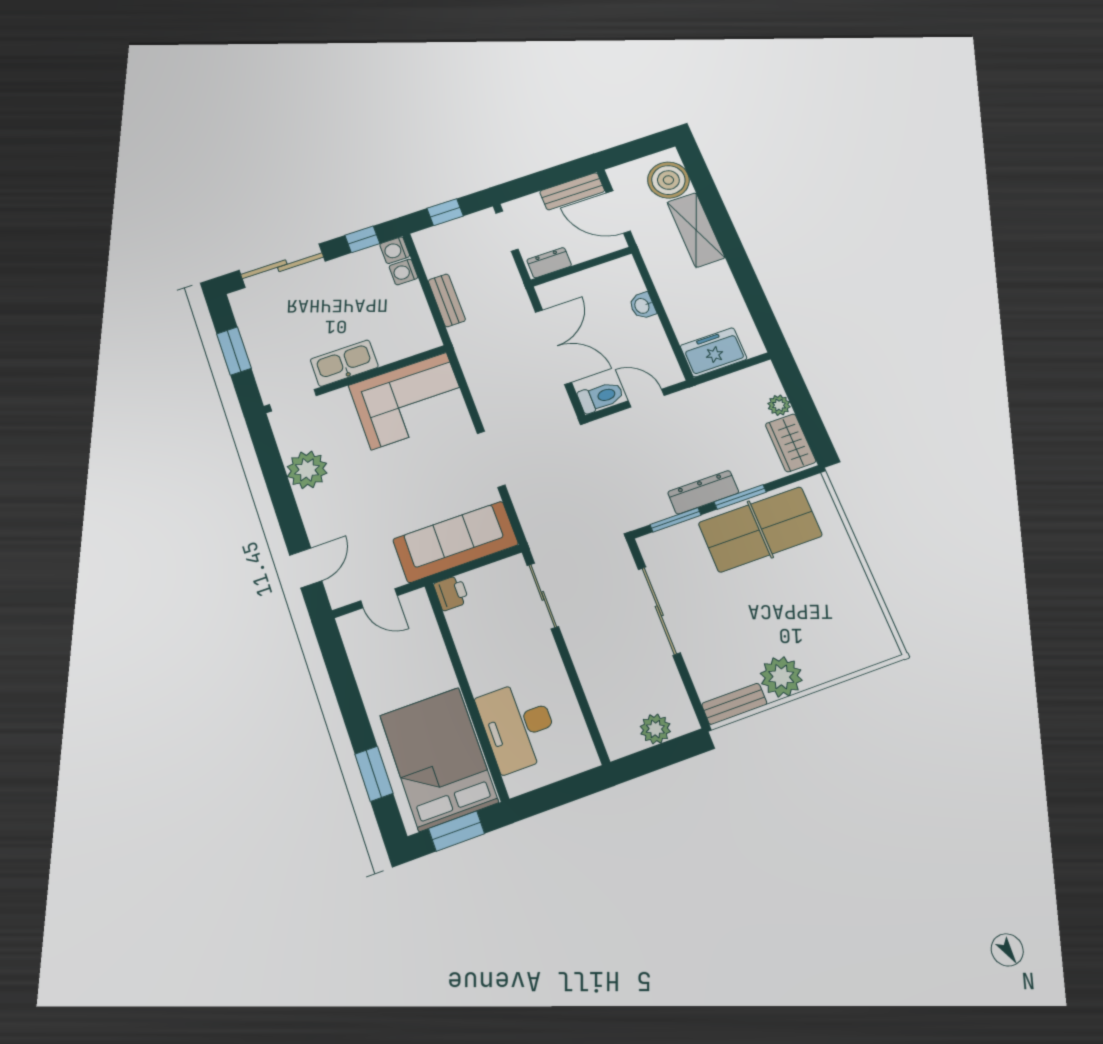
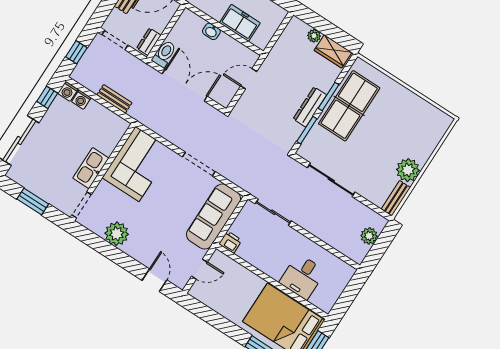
freezer: (714, 352) -> (240, 23), moved, turned 90
toilet: (601, 397) -> (164, 54), moved
desk: (518, 726) -> (302, 277), width x0.73

